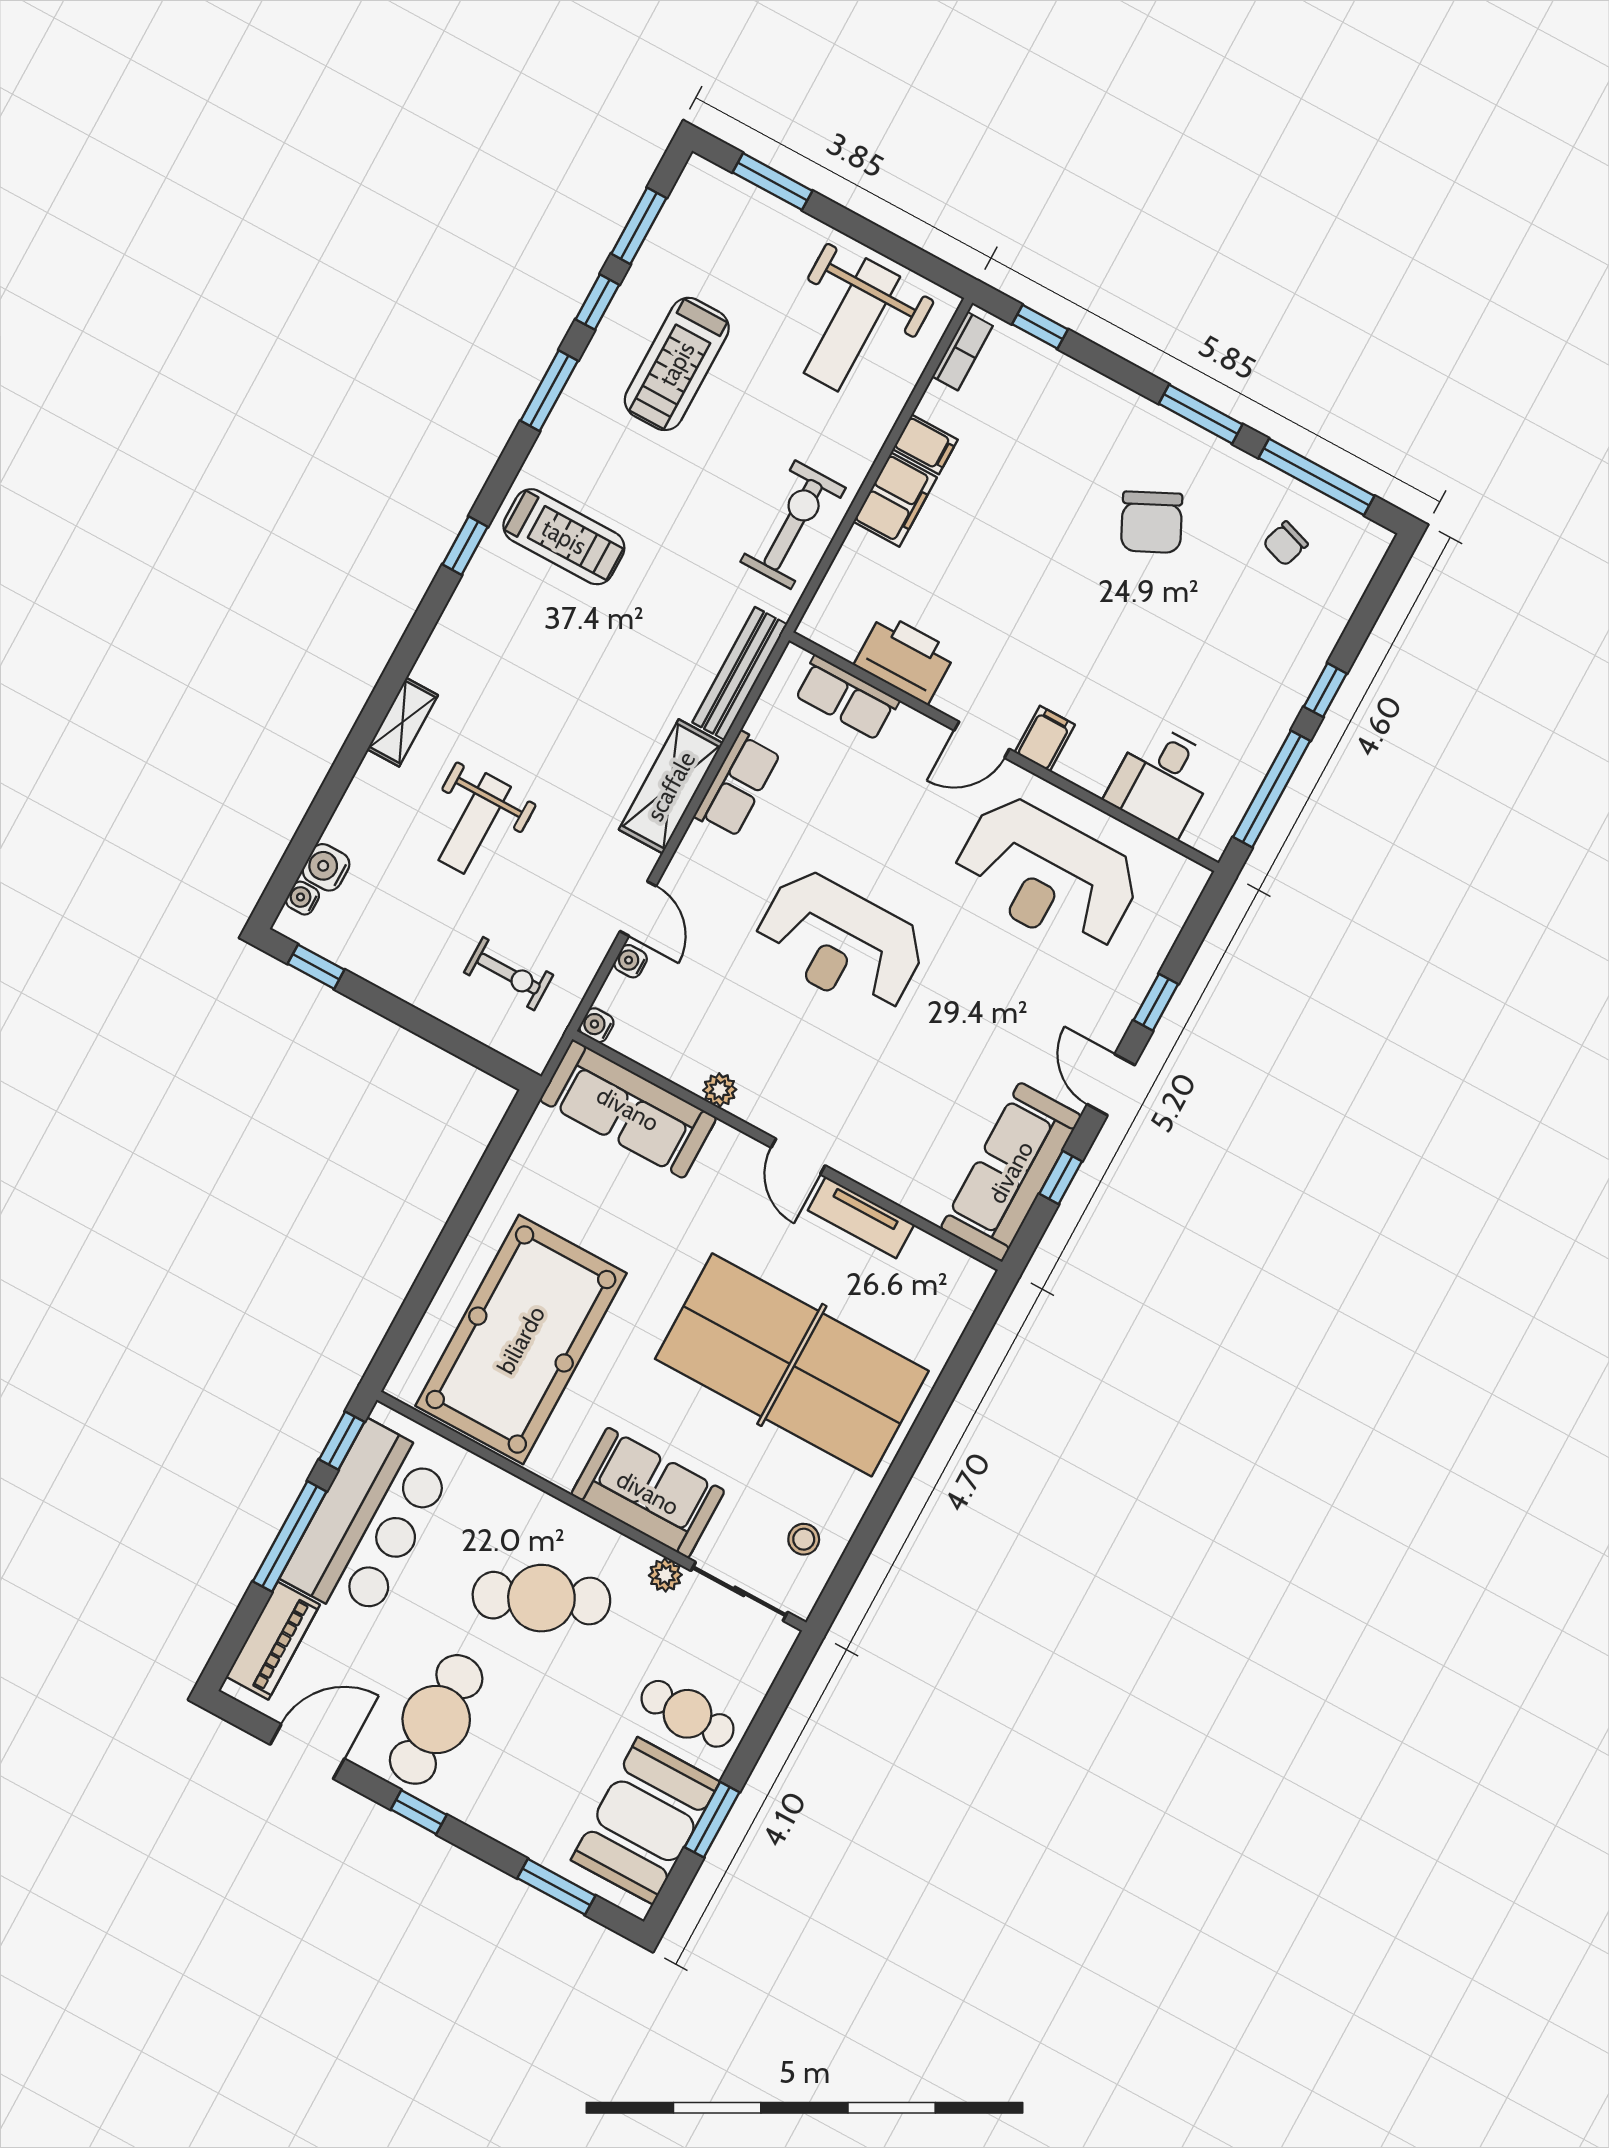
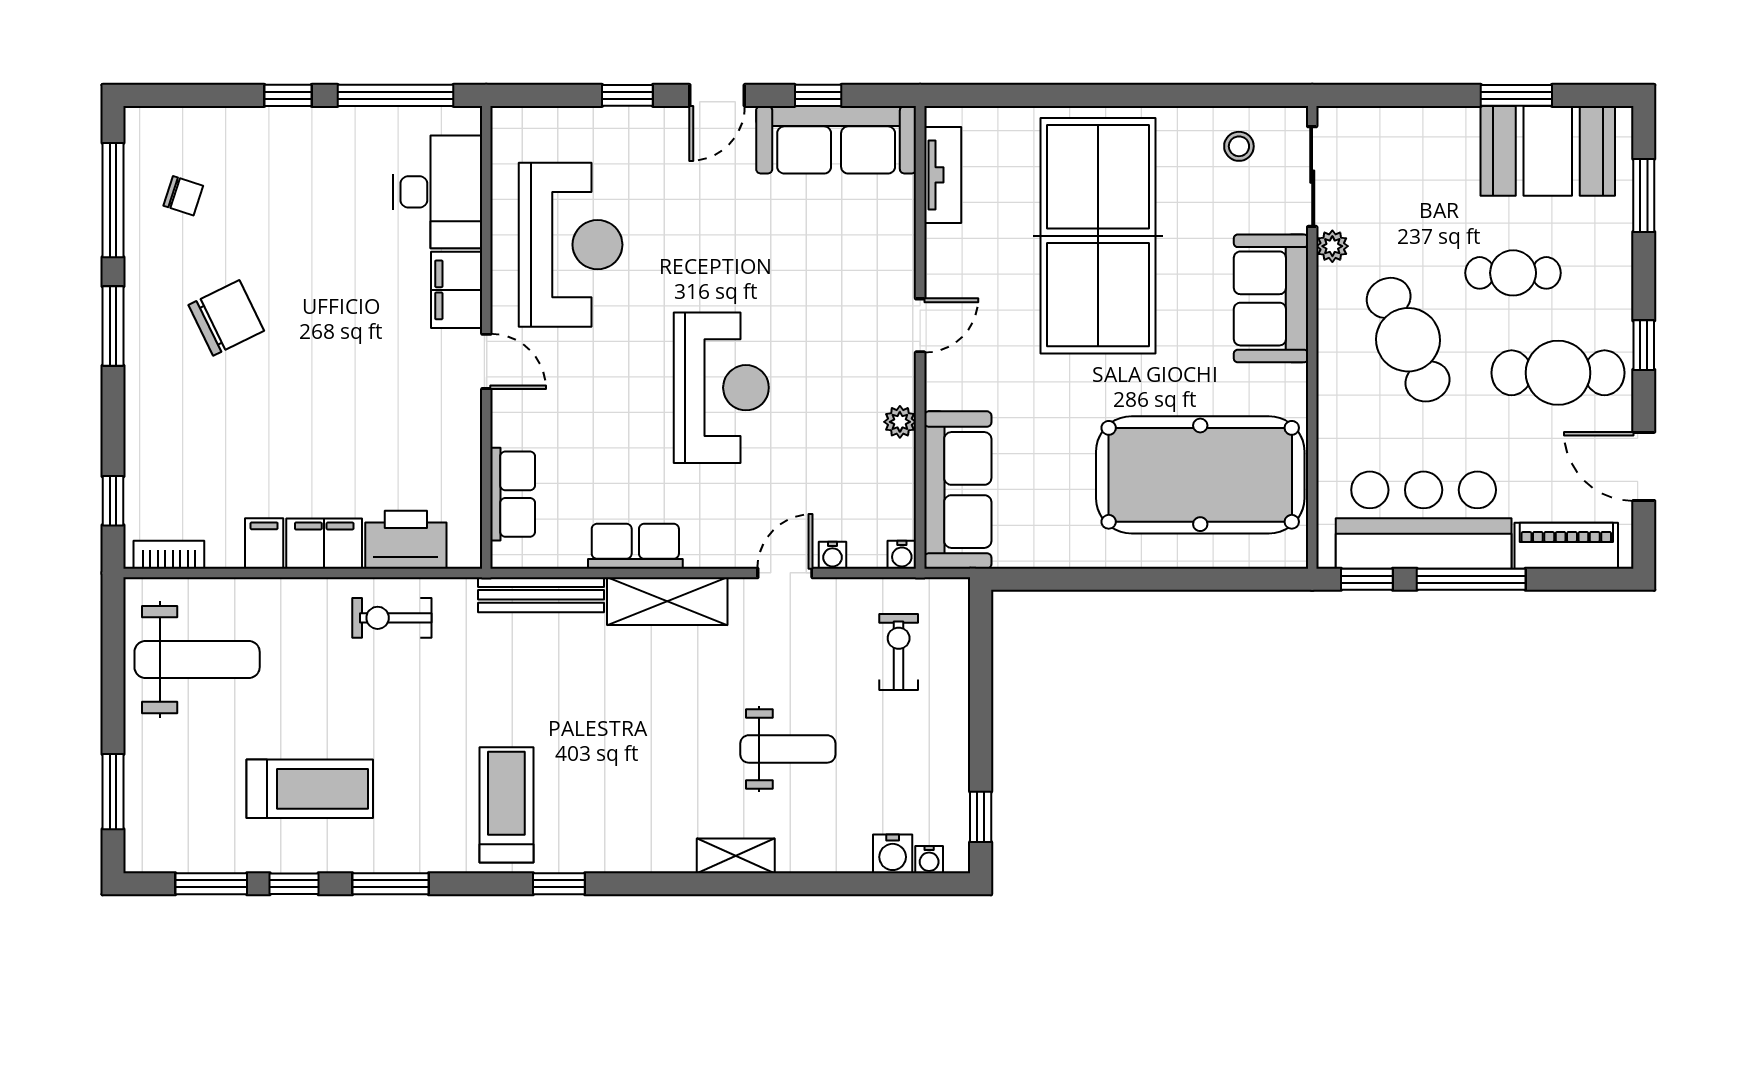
exercise bike: (793, 525) -> (392, 618), width x0.73, depth x0.72
printer: (905, 658) -> (406, 540), moved, turned 90
filing cabinet: (1045, 739) -> (457, 290), width x2.00
desk: (1162, 780) -> (438, 192), width x1.37
tv unit: (861, 1217) -> (943, 175), moved
cafe table: (688, 1714) -> (1513, 273), moved, turned 90

